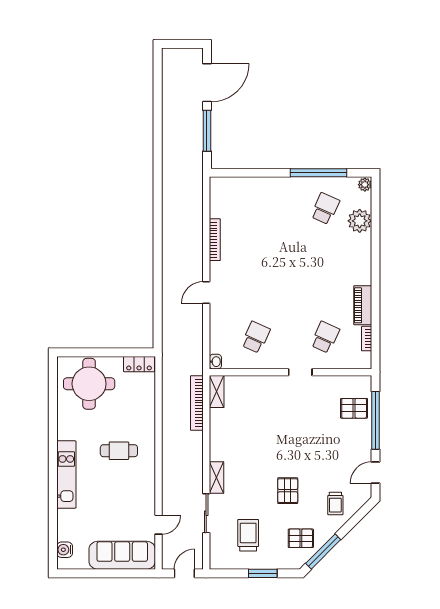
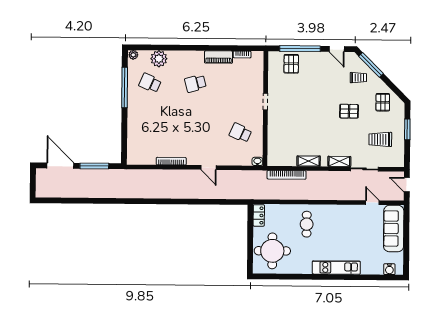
school desk: (325, 337) -> (195, 83), moved, turned -39
shelving: (217, 392) -> (309, 161), moved
cafe table: (119, 451) -> (307, 224), moved
window: (323, 551) -> (371, 65), moved

